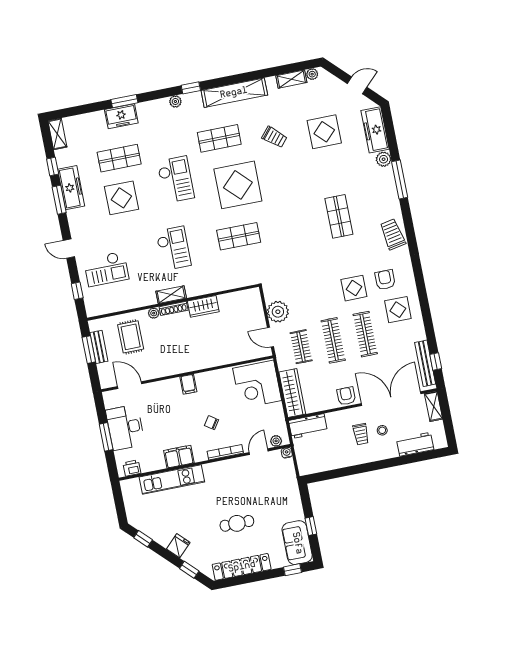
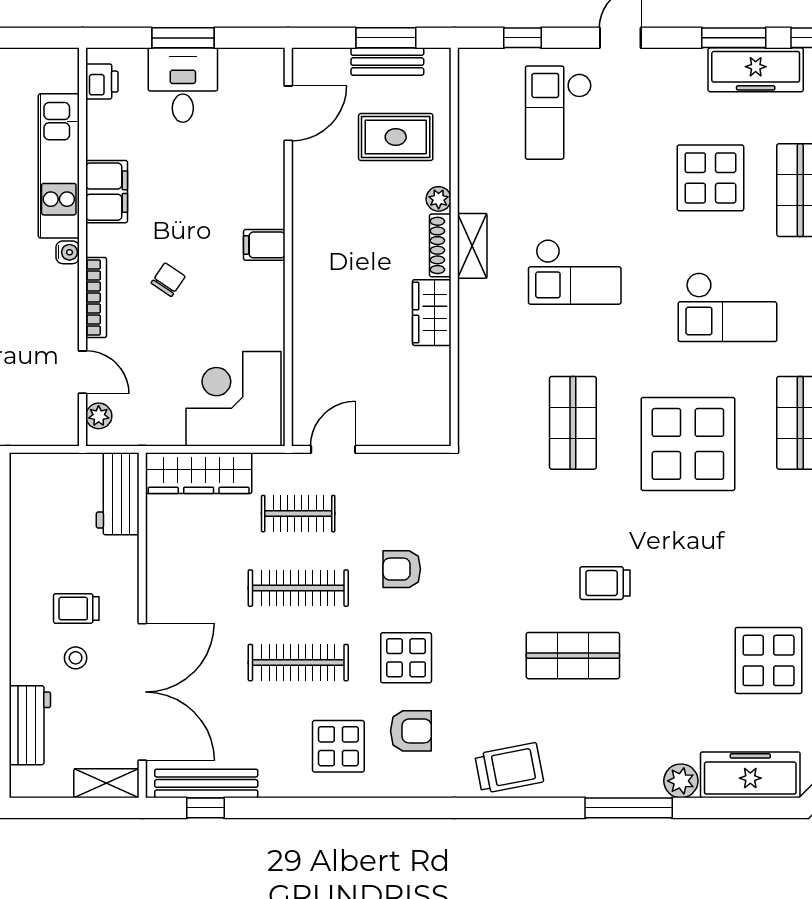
trolley: (274, 137) -> (605, 583), moved, turned 50
plant: (278, 312) -> (387, 477), removed
armchair: (346, 396) -> (402, 569), moved, turned 180
desk: (125, 427) -> (183, 85), width x0.73
water cooler: (287, 453) -> (68, 252), moved

